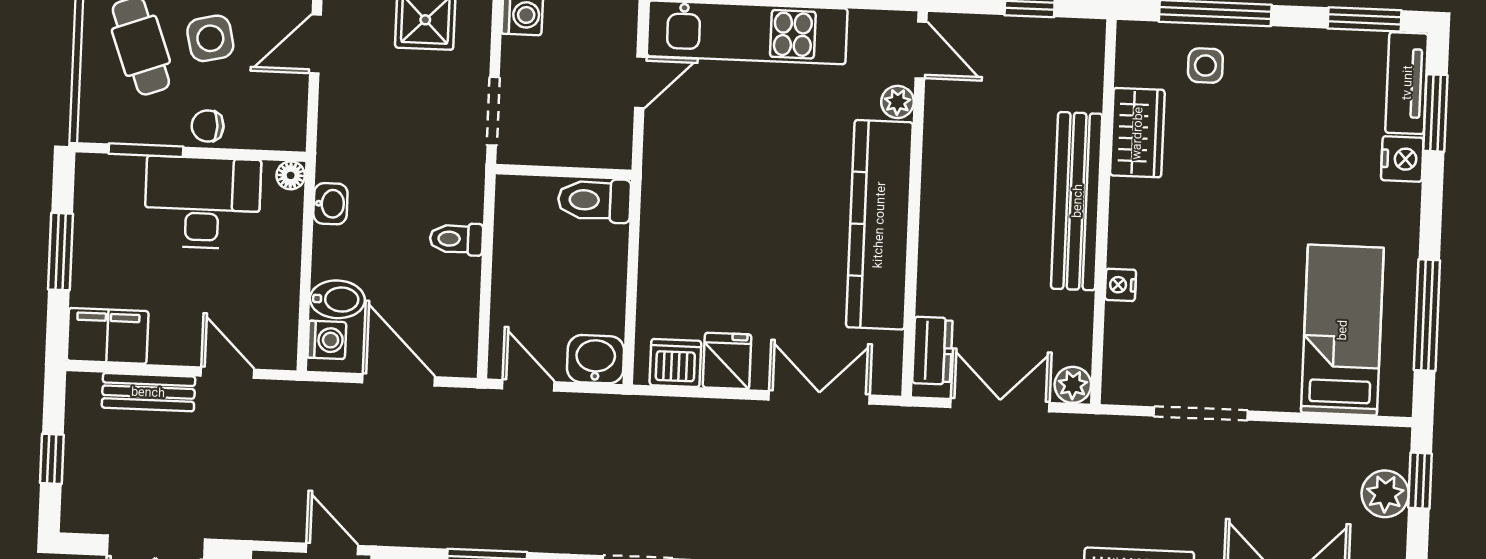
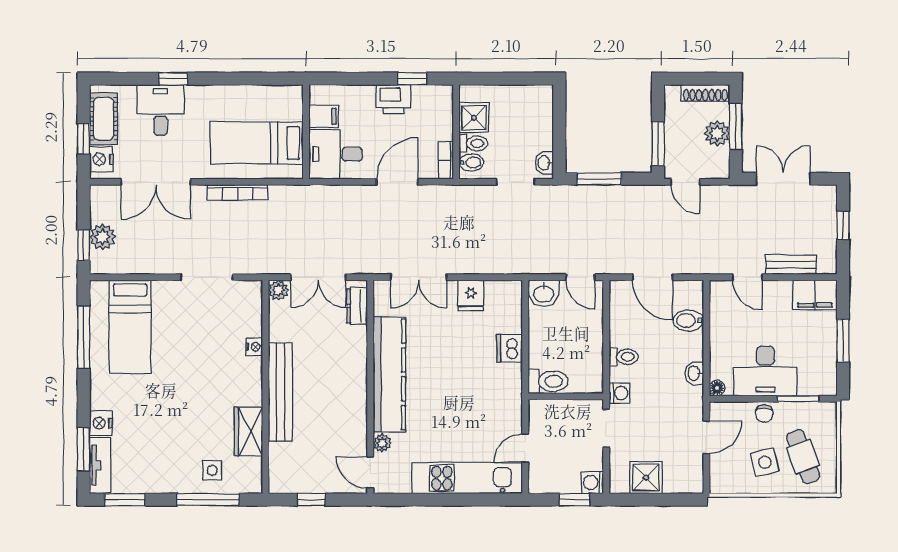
door: (315, 44) -> (706, 437), moved
chair: (208, 126) -> (764, 414), turned 90
washing machine: (327, 340) -> (620, 393), moved, turned 180
dishwasher: (675, 363) -> (509, 348), moved, turned 90

